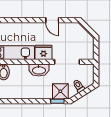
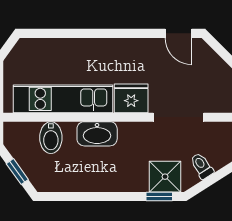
door: (52, 20) -> (178, 33), moved
washbasin: (39, 70) -> (97, 134), moved

